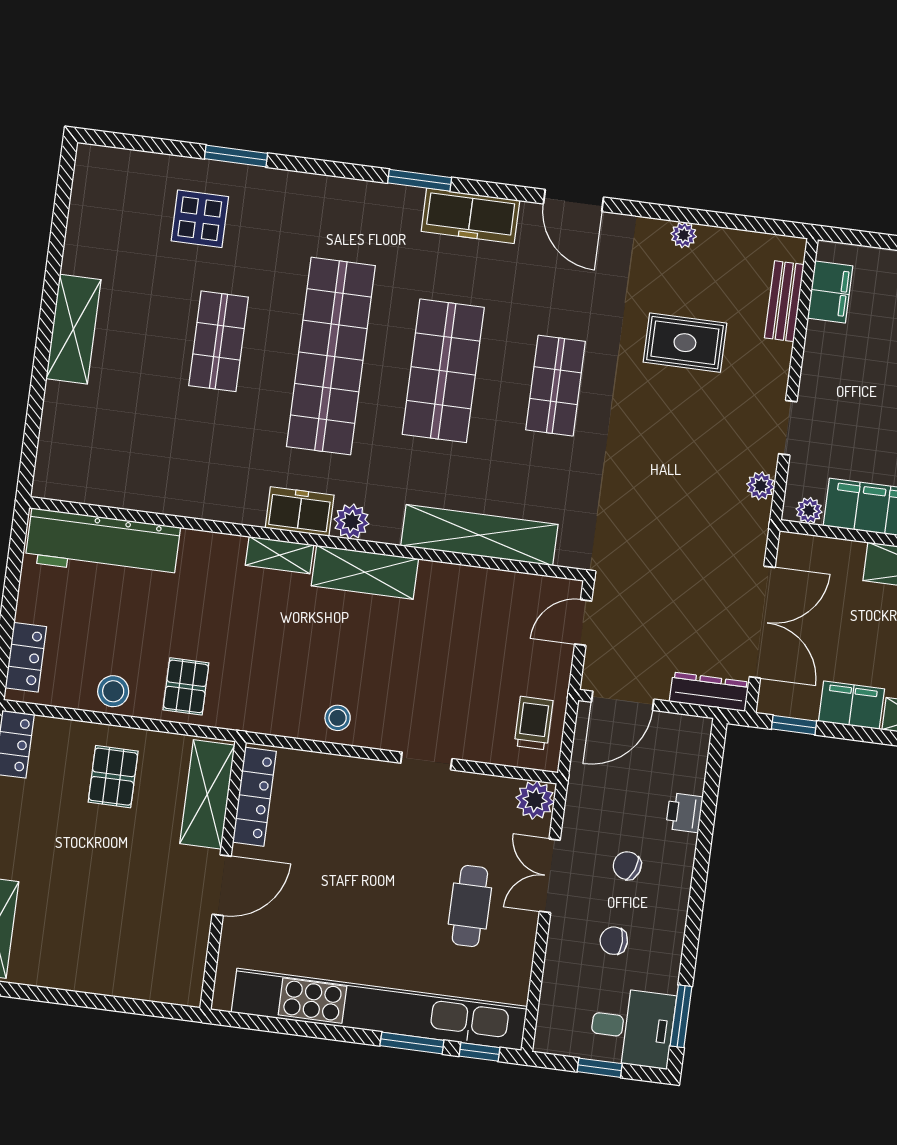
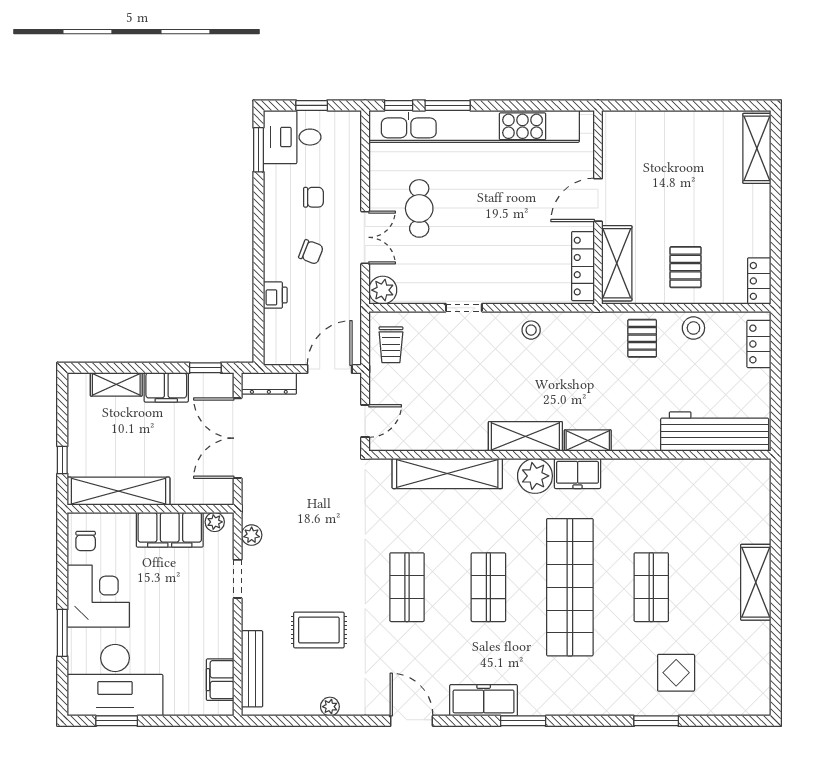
bench: (784, 301) -> (252, 669), width x1.36
shop shelf: (443, 371) -> (488, 587), width x0.70, depth x0.74
plant: (351, 521) -> (535, 476), width x1.36, depth x1.36

